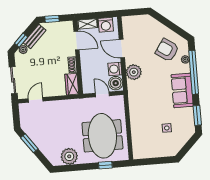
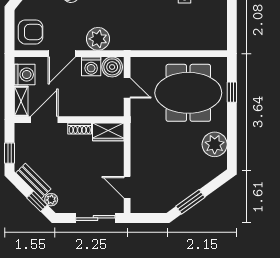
armchair: (135, 26) -> (30, 32), added
door: (102, 94) -> (127, 88), swing flipped

